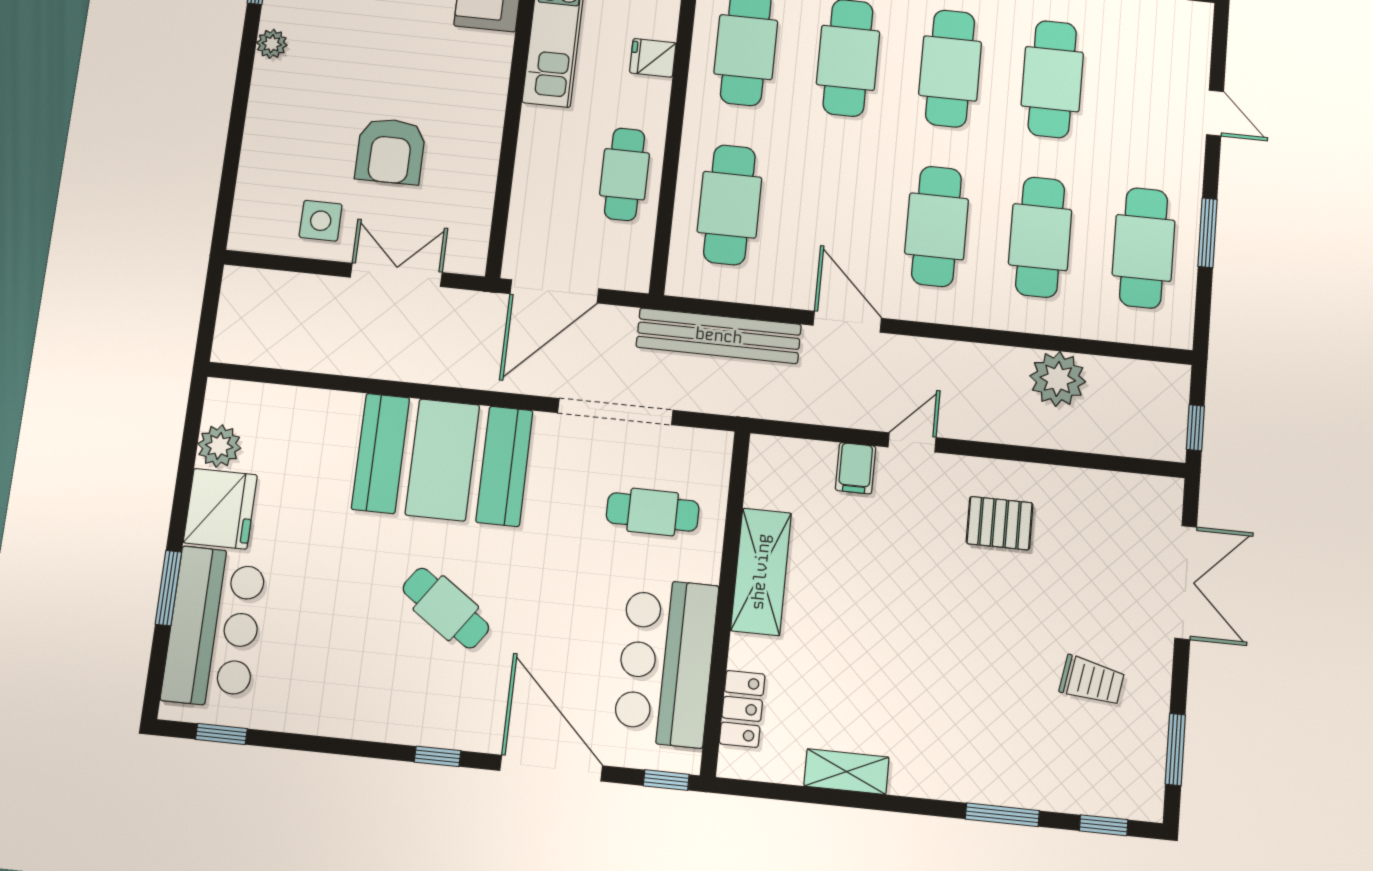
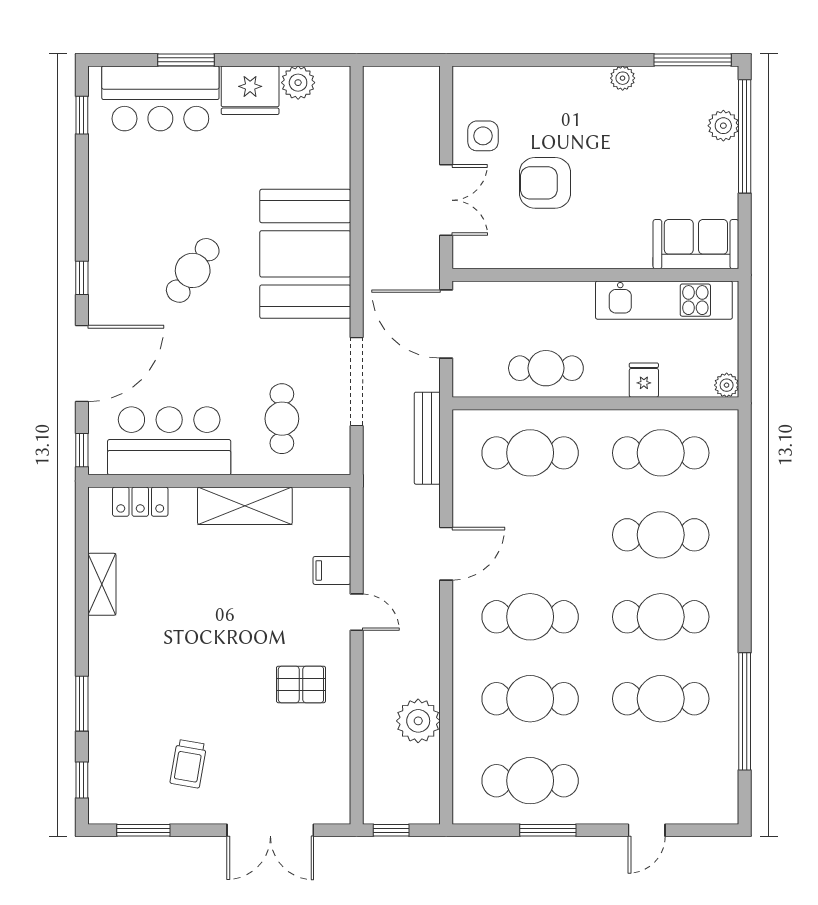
bench: (719, 336) -> (427, 438), width x0.73, depth x0.82
pallet: (1000, 523) -> (301, 684), turned 90

